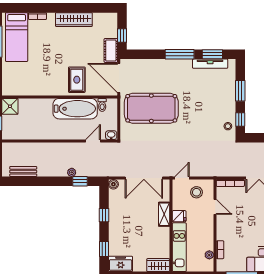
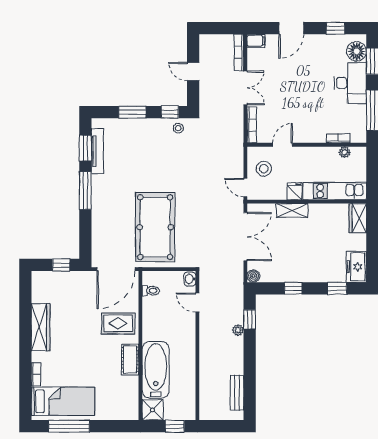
cot: (111, 50) -> (130, 360), moved, turned 90
bathtub: (75, 109) -> (156, 370), moved

